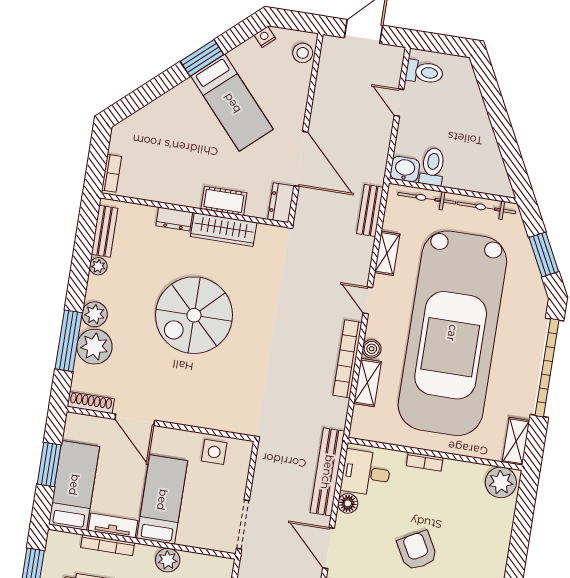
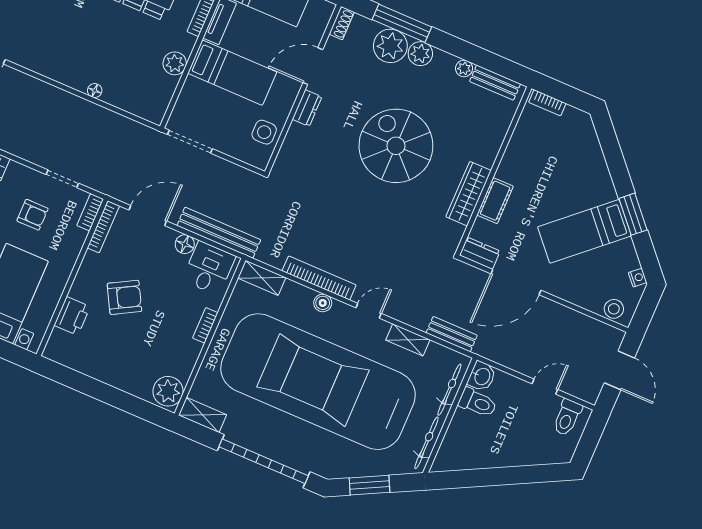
dresser: (174, 219) -> (307, 108), moved, turned 180
shelving: (367, 383) -> (262, 278), moved
shoe rack: (91, 403) -> (342, 23), width x0.70

